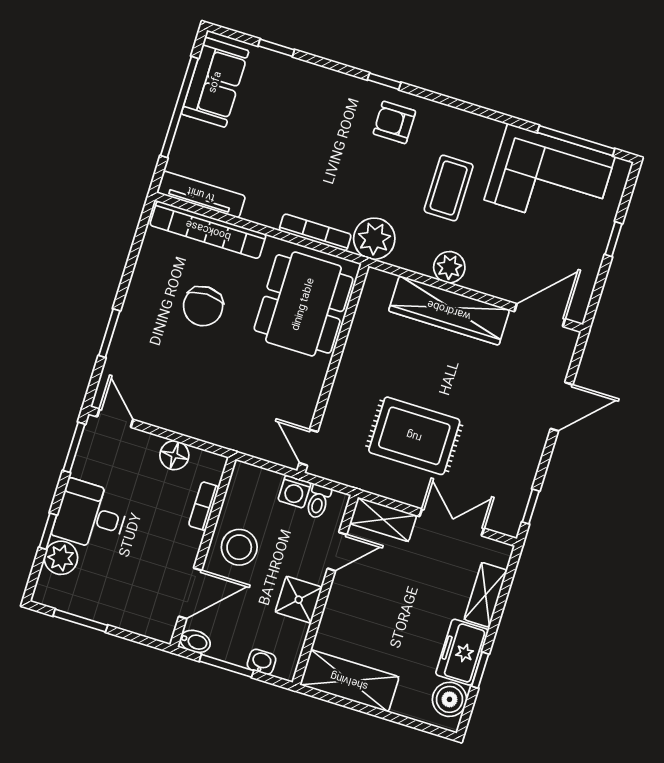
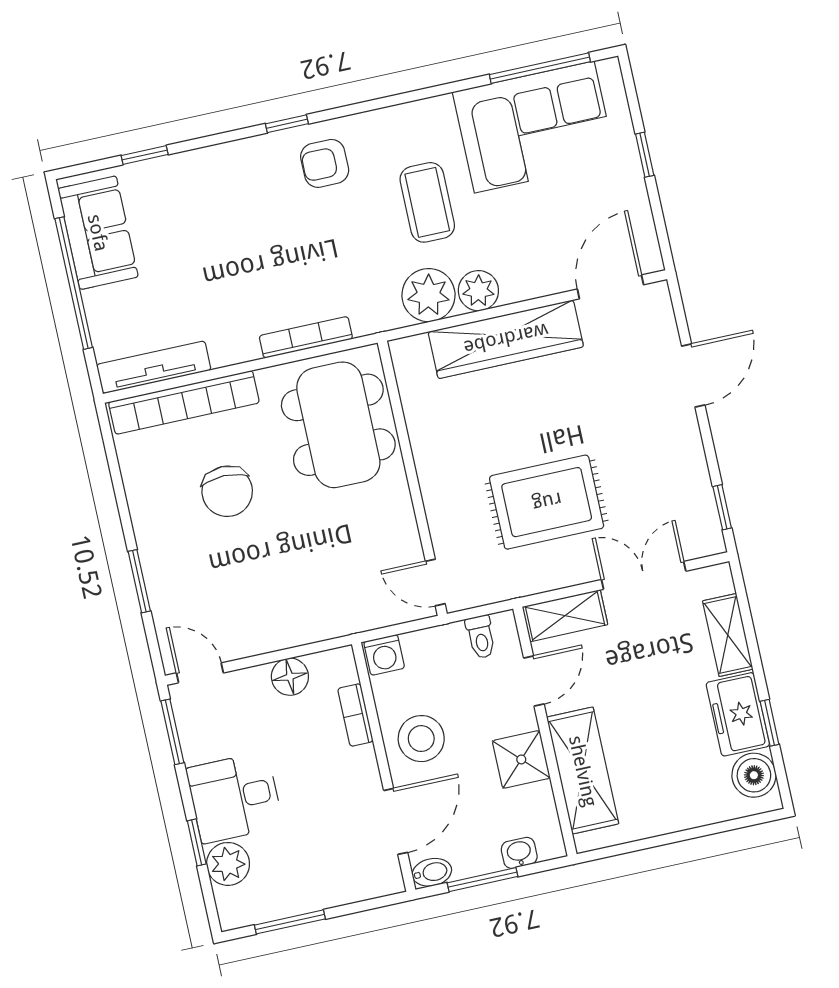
plant: (374, 239) -> (428, 295), moved
washing machine: (294, 492) -> (384, 655), moved
shelving: (349, 681) -> (583, 771), moved, turned 90

